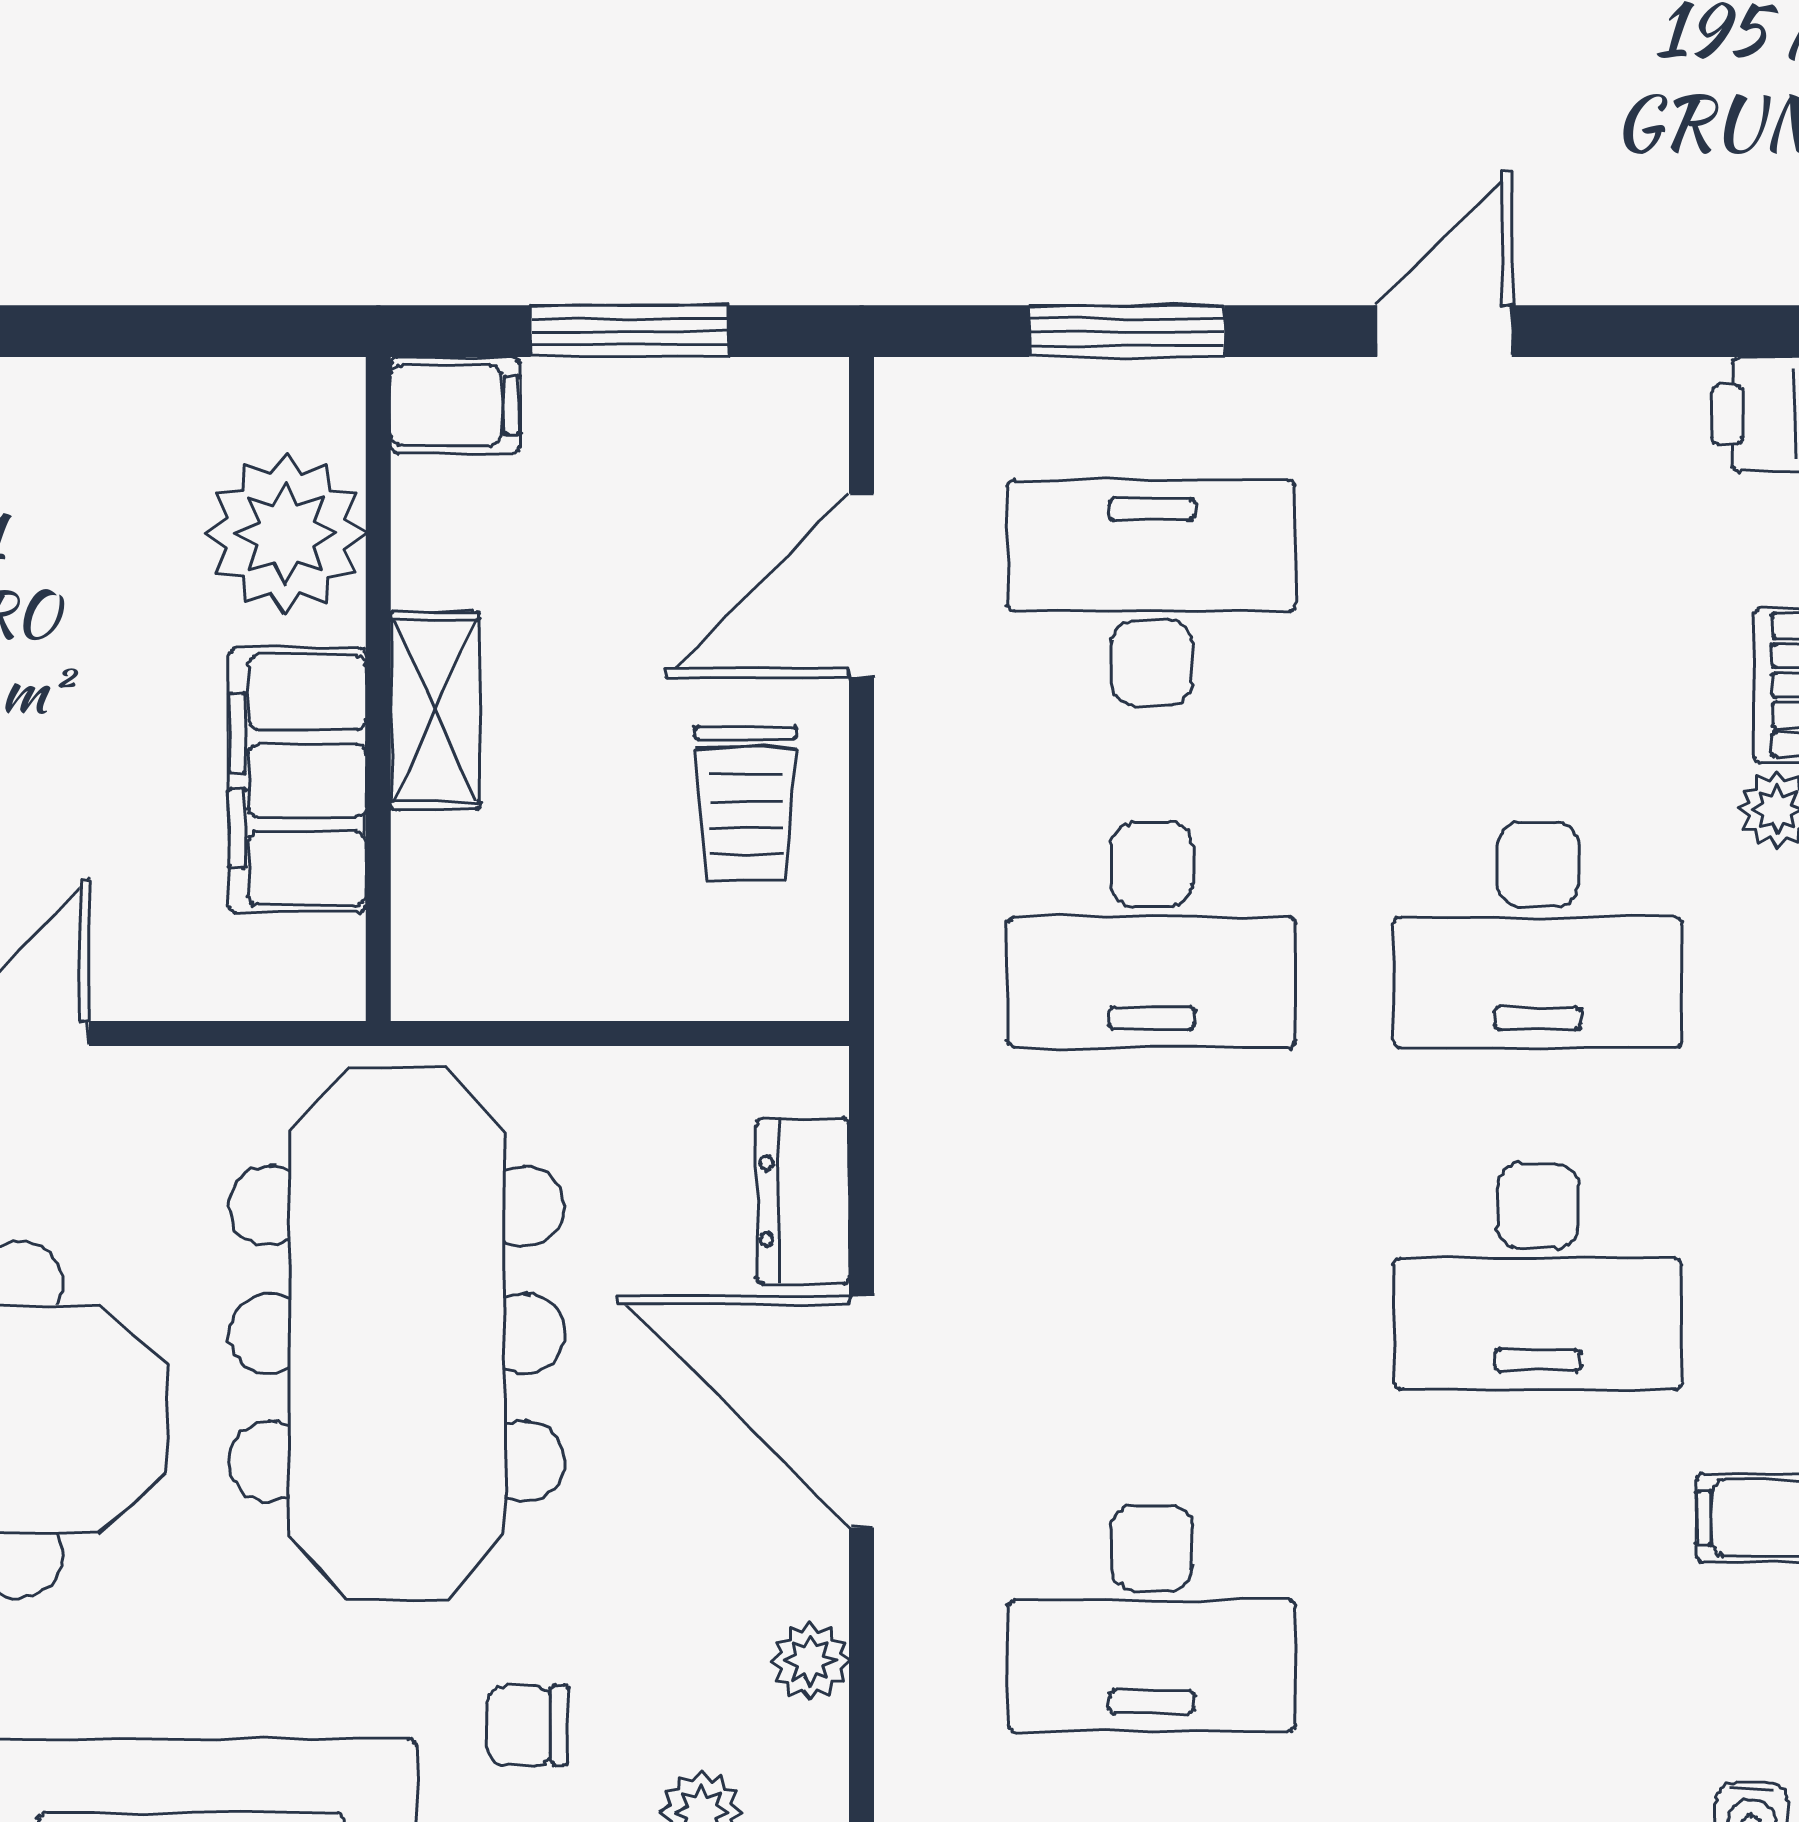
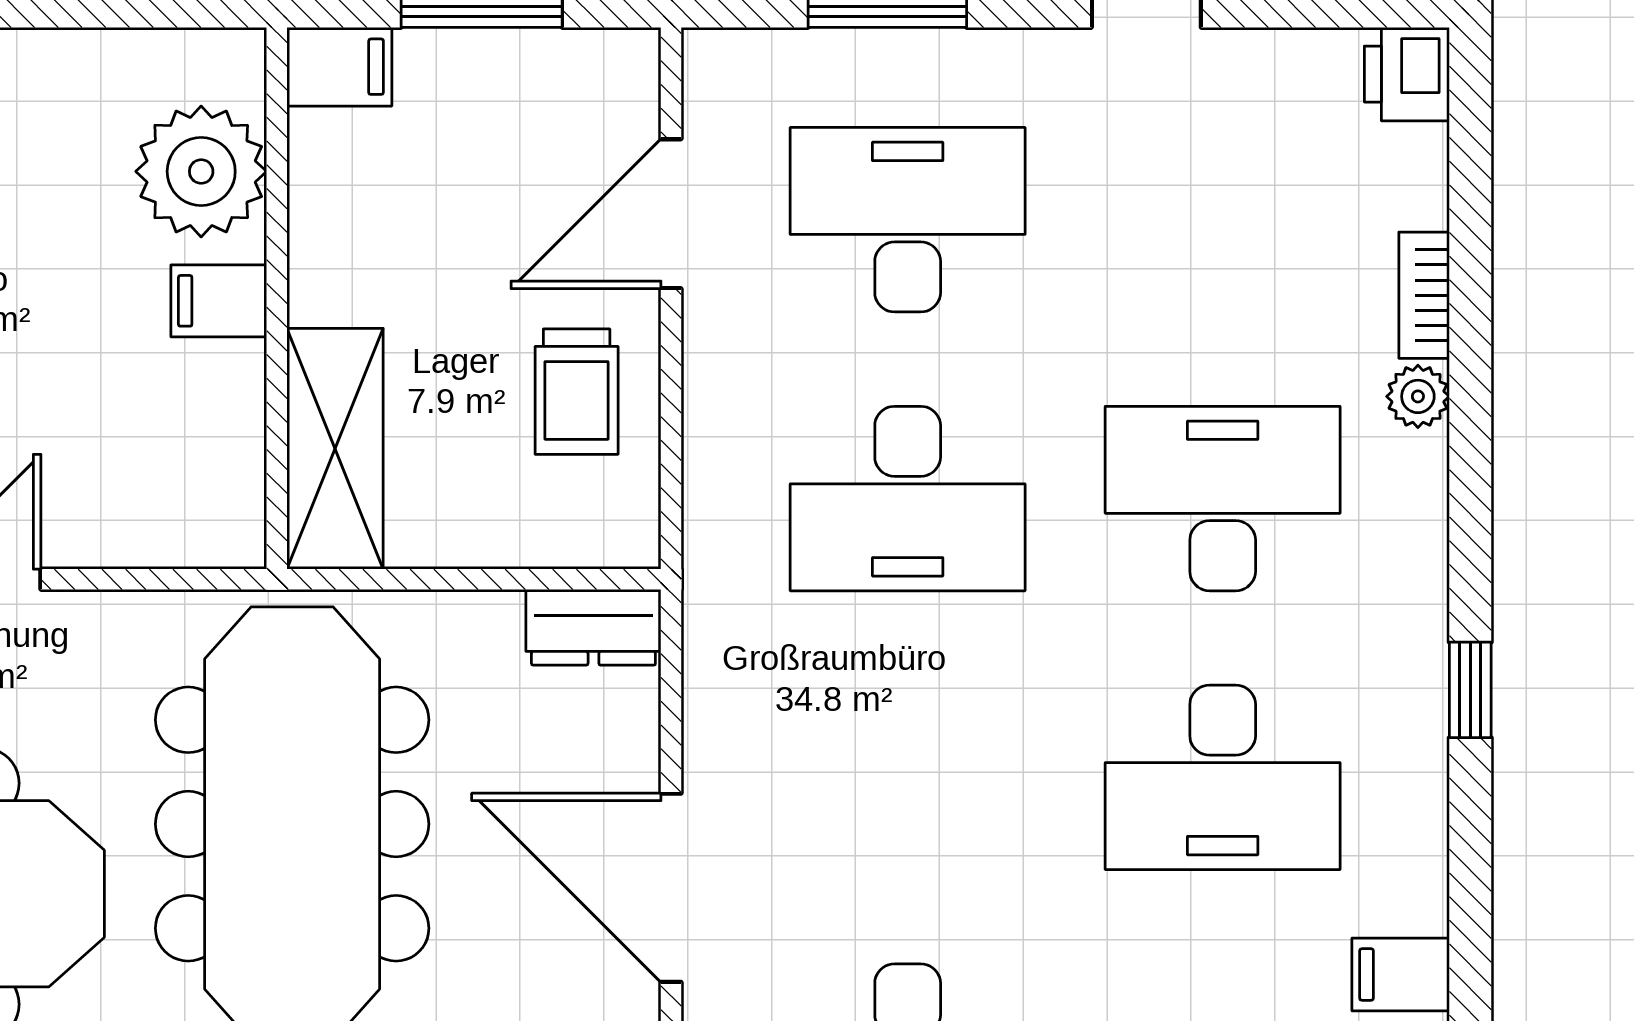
shelving: (435, 711) -> (335, 449), moved, width x1.50, depth x1.33
filing cabinet: (297, 780) -> (219, 301), width x0.33, depth x0.86
desk: (1538, 935) -> (1223, 499), turned 180
dresser: (803, 1201) -> (593, 627), moved, turned -90

